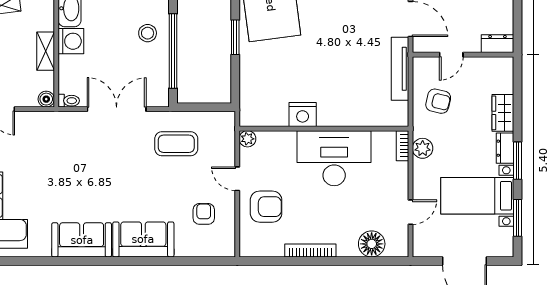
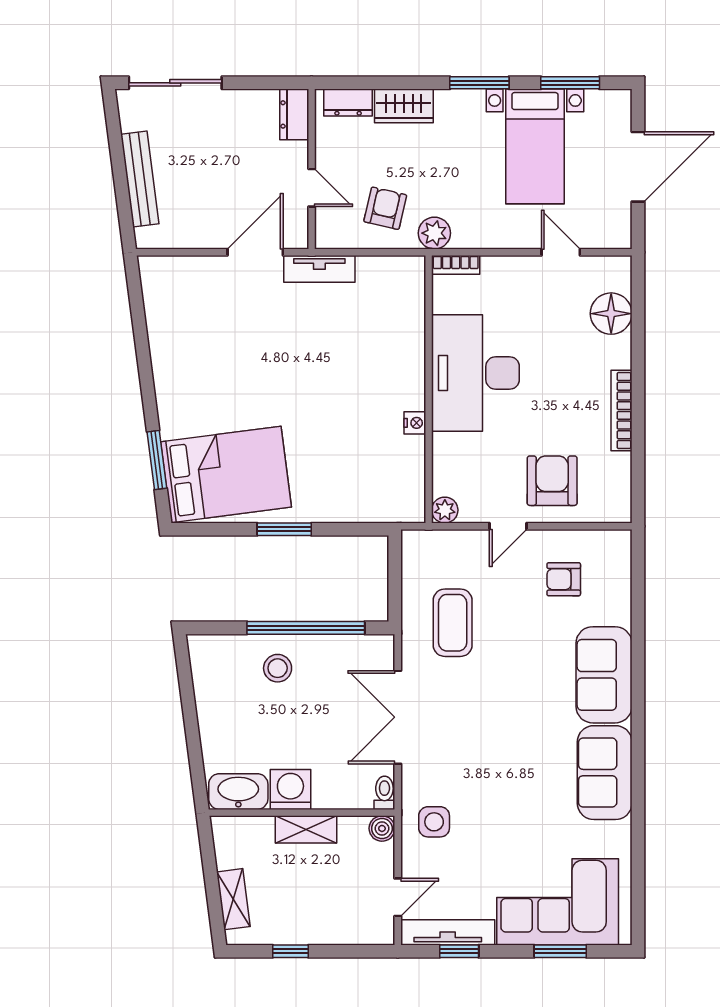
tv unit: (400, 69) -> (319, 269), width x0.71
nightstand: (303, 115) -> (415, 423), width x0.53, depth x0.56
side table: (50, 132) -> (434, 822), added
plant: (423, 148) -> (434, 233), moved
dresser: (505, 148) -> (348, 103), moved

